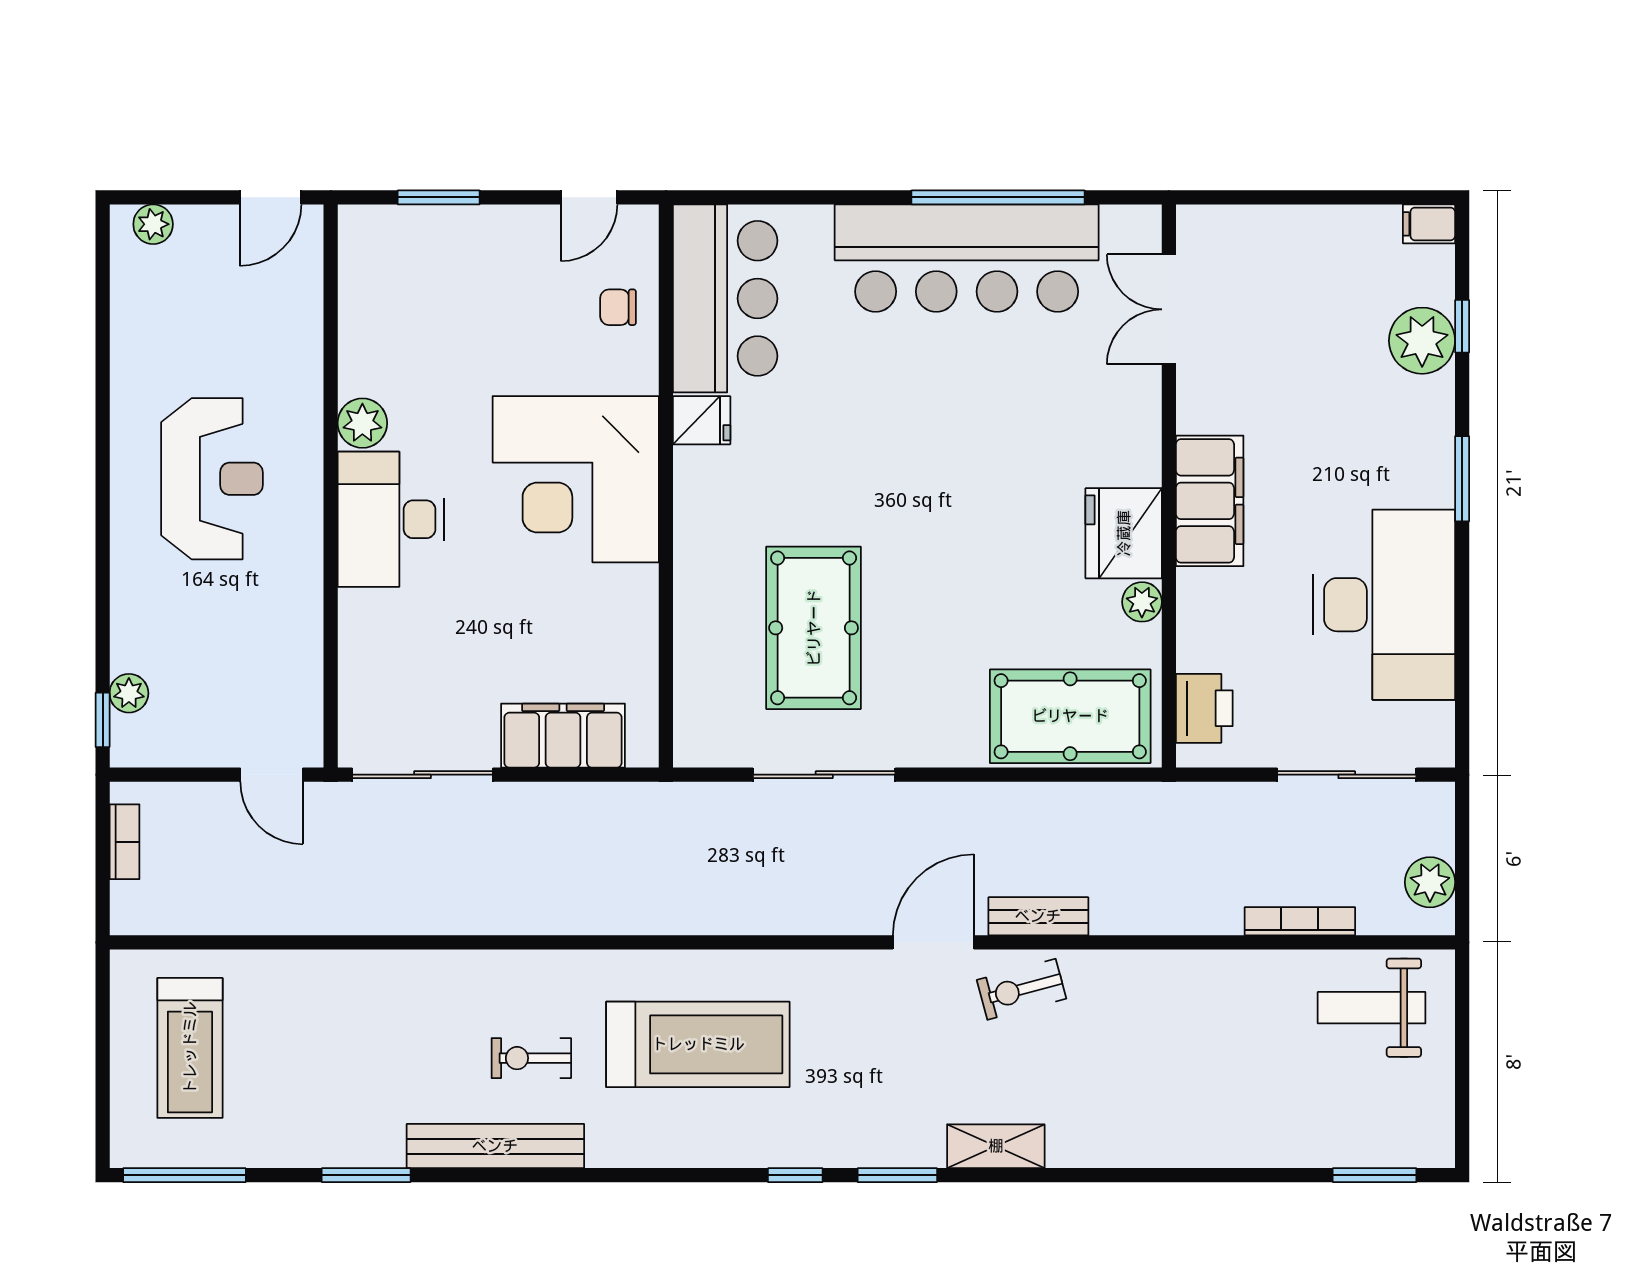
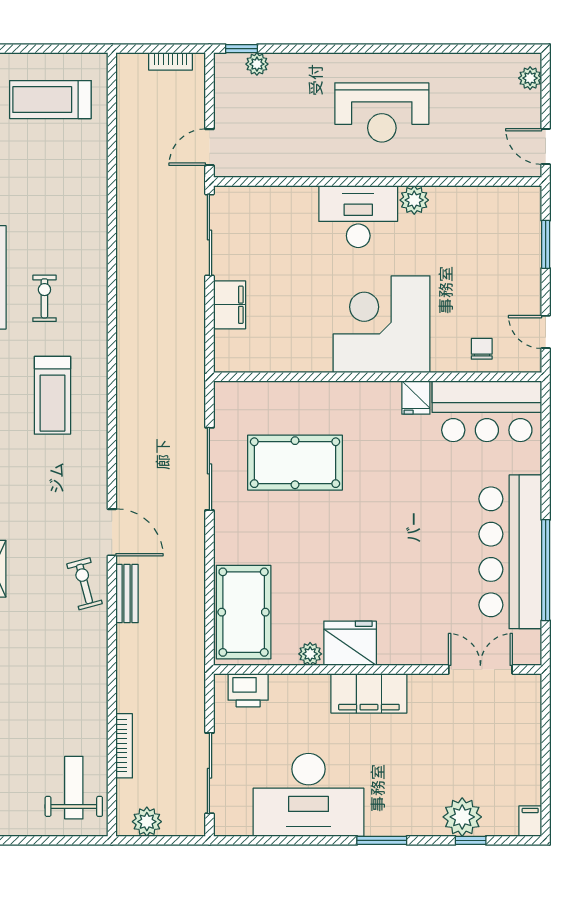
filing cabinet: (563, 736) -> (230, 305), width x0.67, depth x0.86
treadmill: (698, 1044) -> (52, 395), width x0.73, depth x0.73

